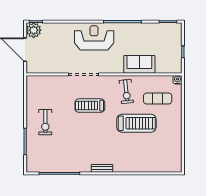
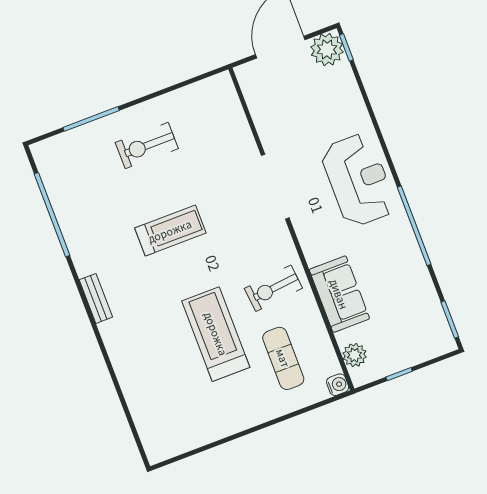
plant: (168, 68) -> (354, 355), added
treadmill: (90, 106) -> (170, 231), moved, turned 90
treadmill: (136, 123) -> (216, 334), turned 180

